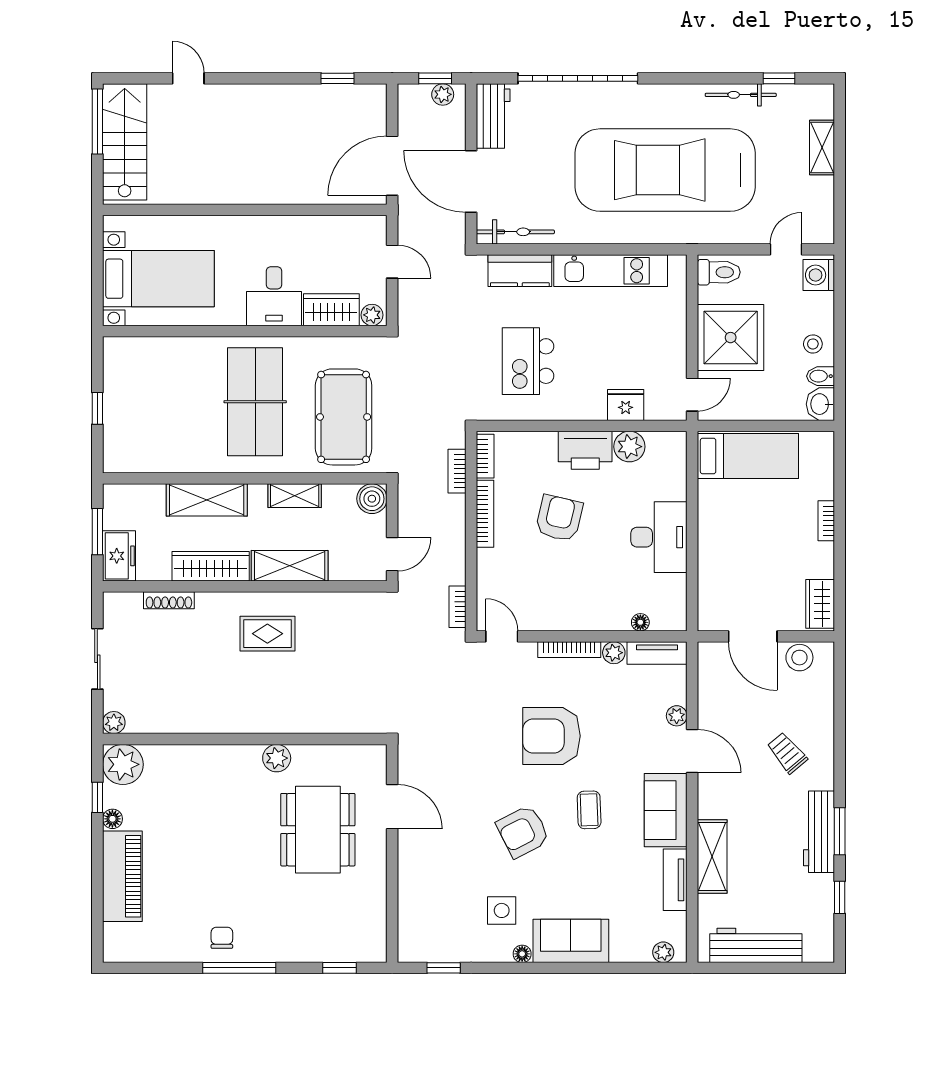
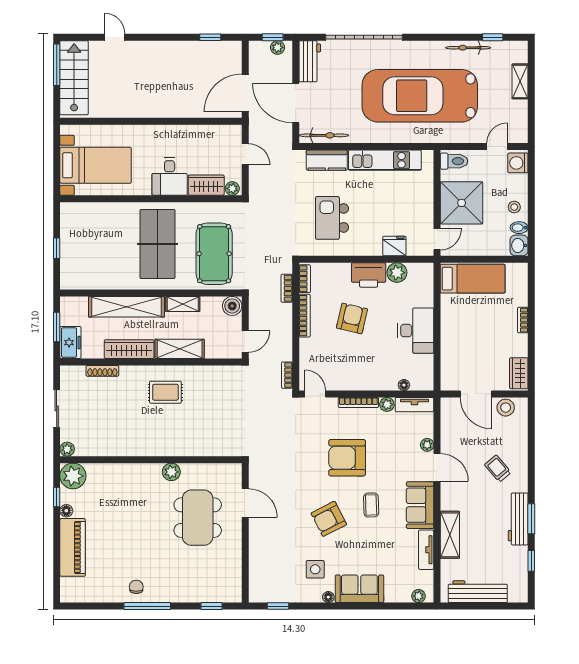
shelving: (207, 500) -> (127, 307), width x1.47

